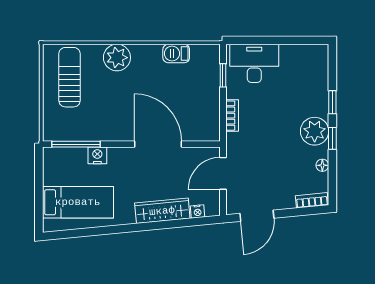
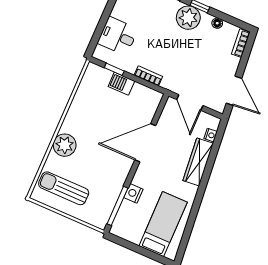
barbecue: (176, 53) -> (121, 84), moved, turned 90
desk: (254, 63) -> (118, 36), width x0.73

